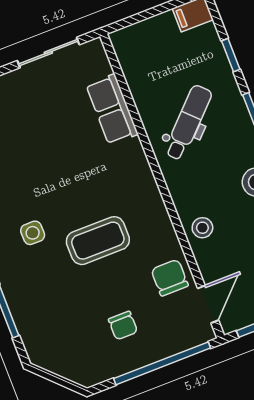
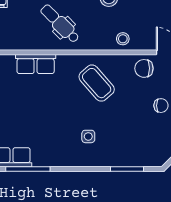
coffee table: (98, 241) -> (97, 83), moved, turned -41

